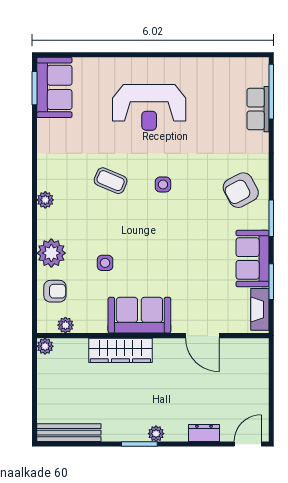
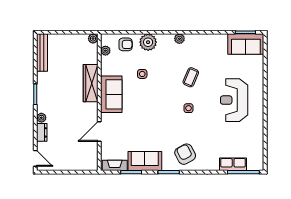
armchair: (55, 291) -> (126, 44), turned -90
plant: (156, 434) -> (41, 118), moved

